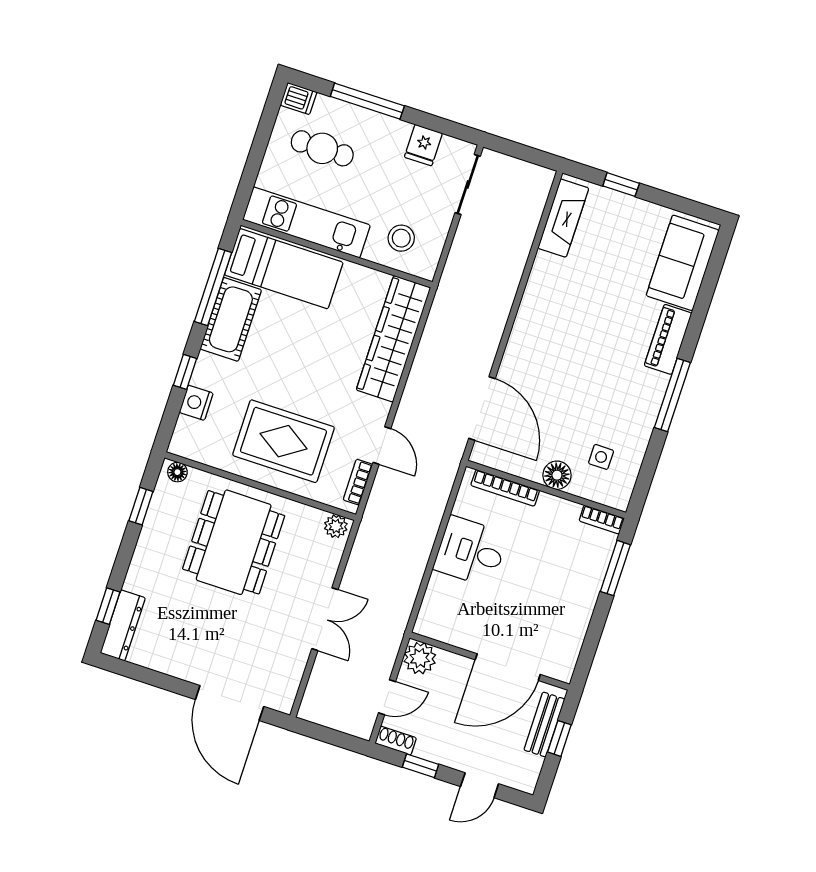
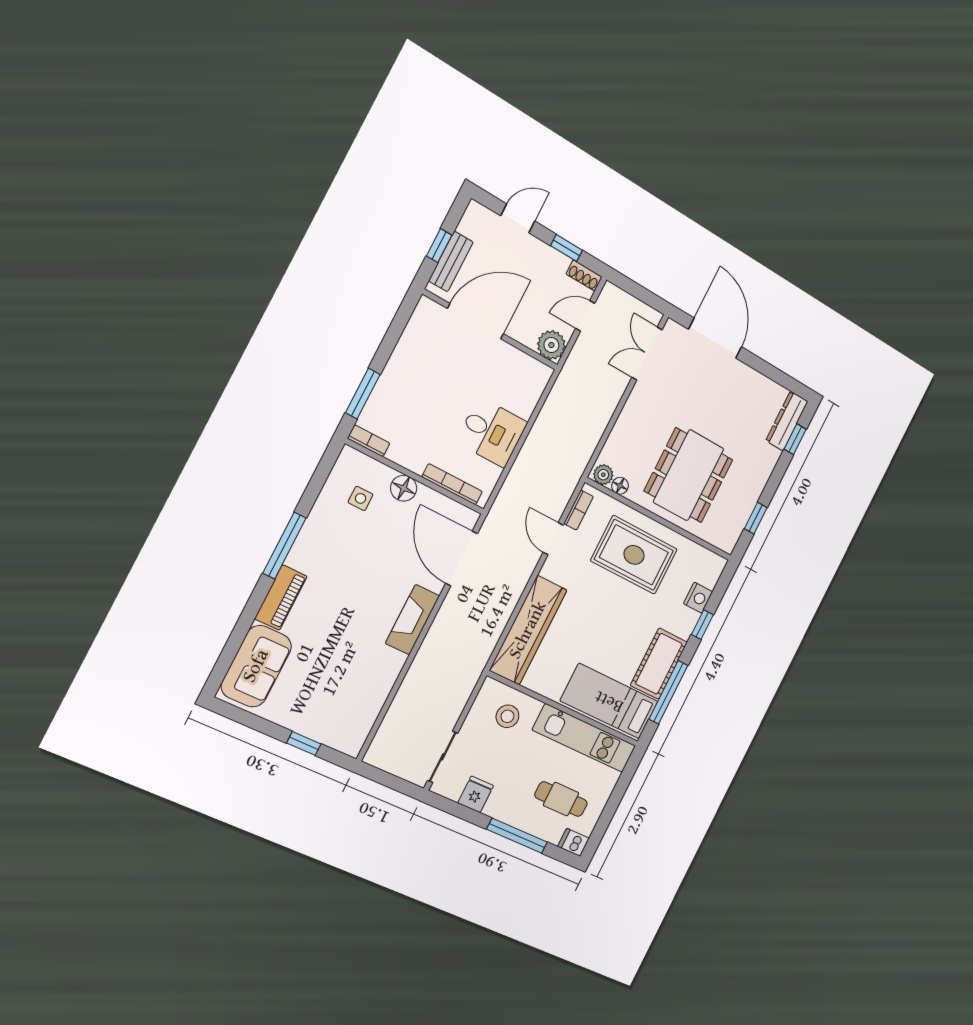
fireplace: (563, 218) -> (412, 620), moved
floor lamp: (177, 472) -> (620, 486), moved
double door: (325, 619) -> (647, 354), moved

